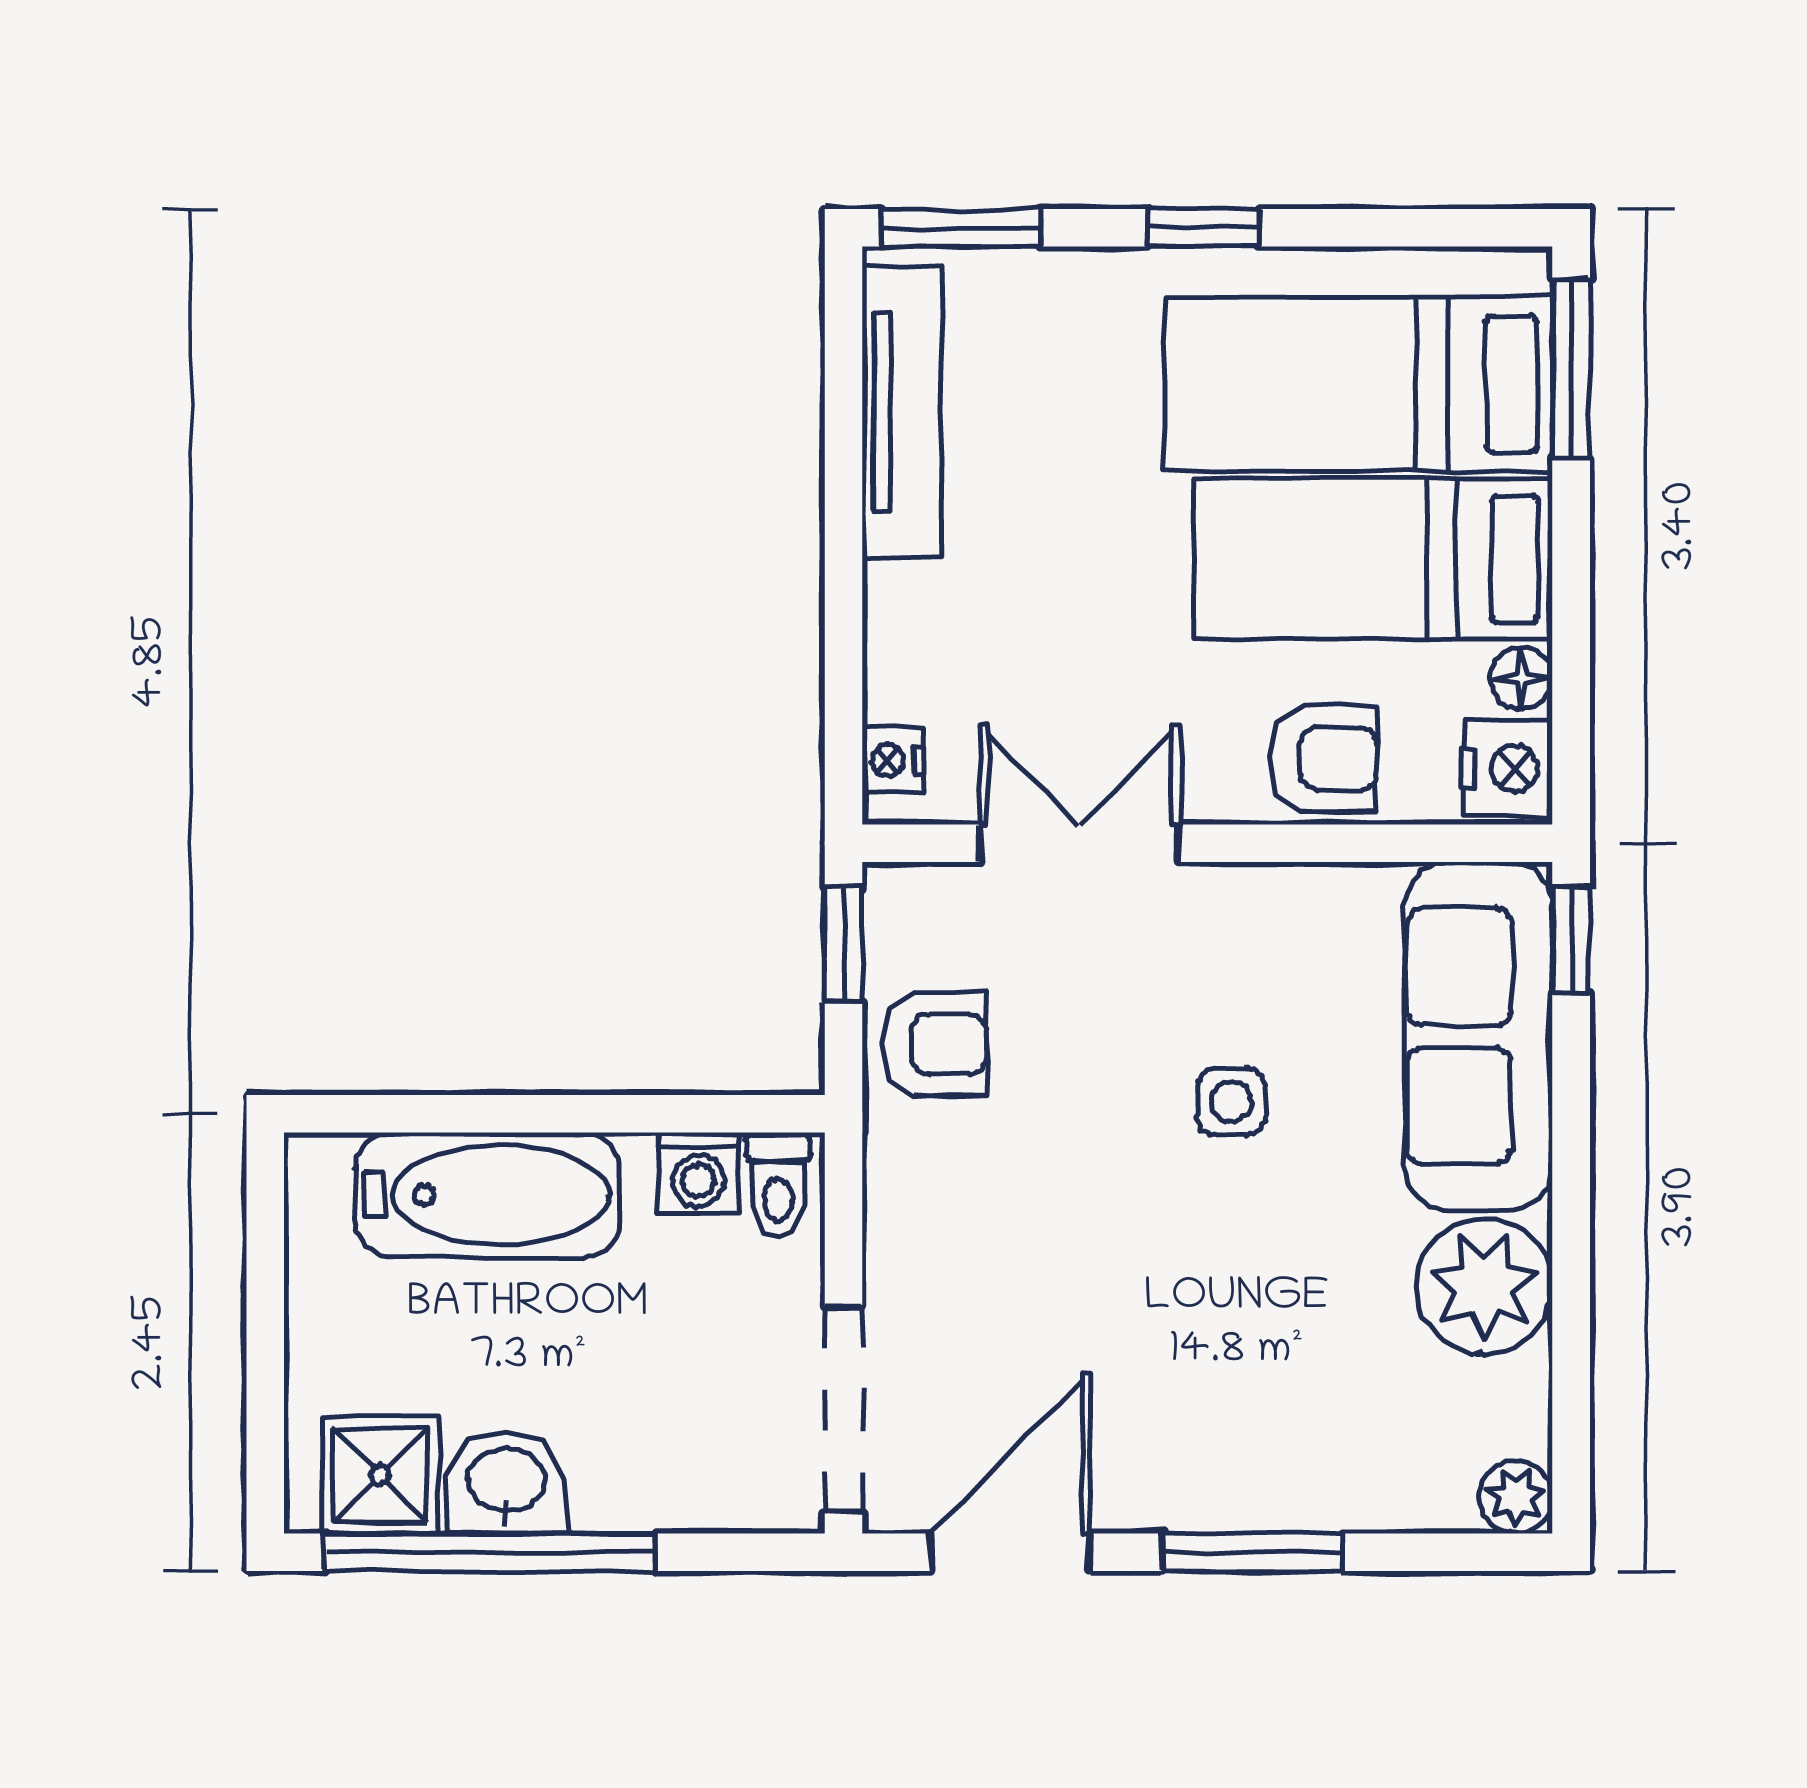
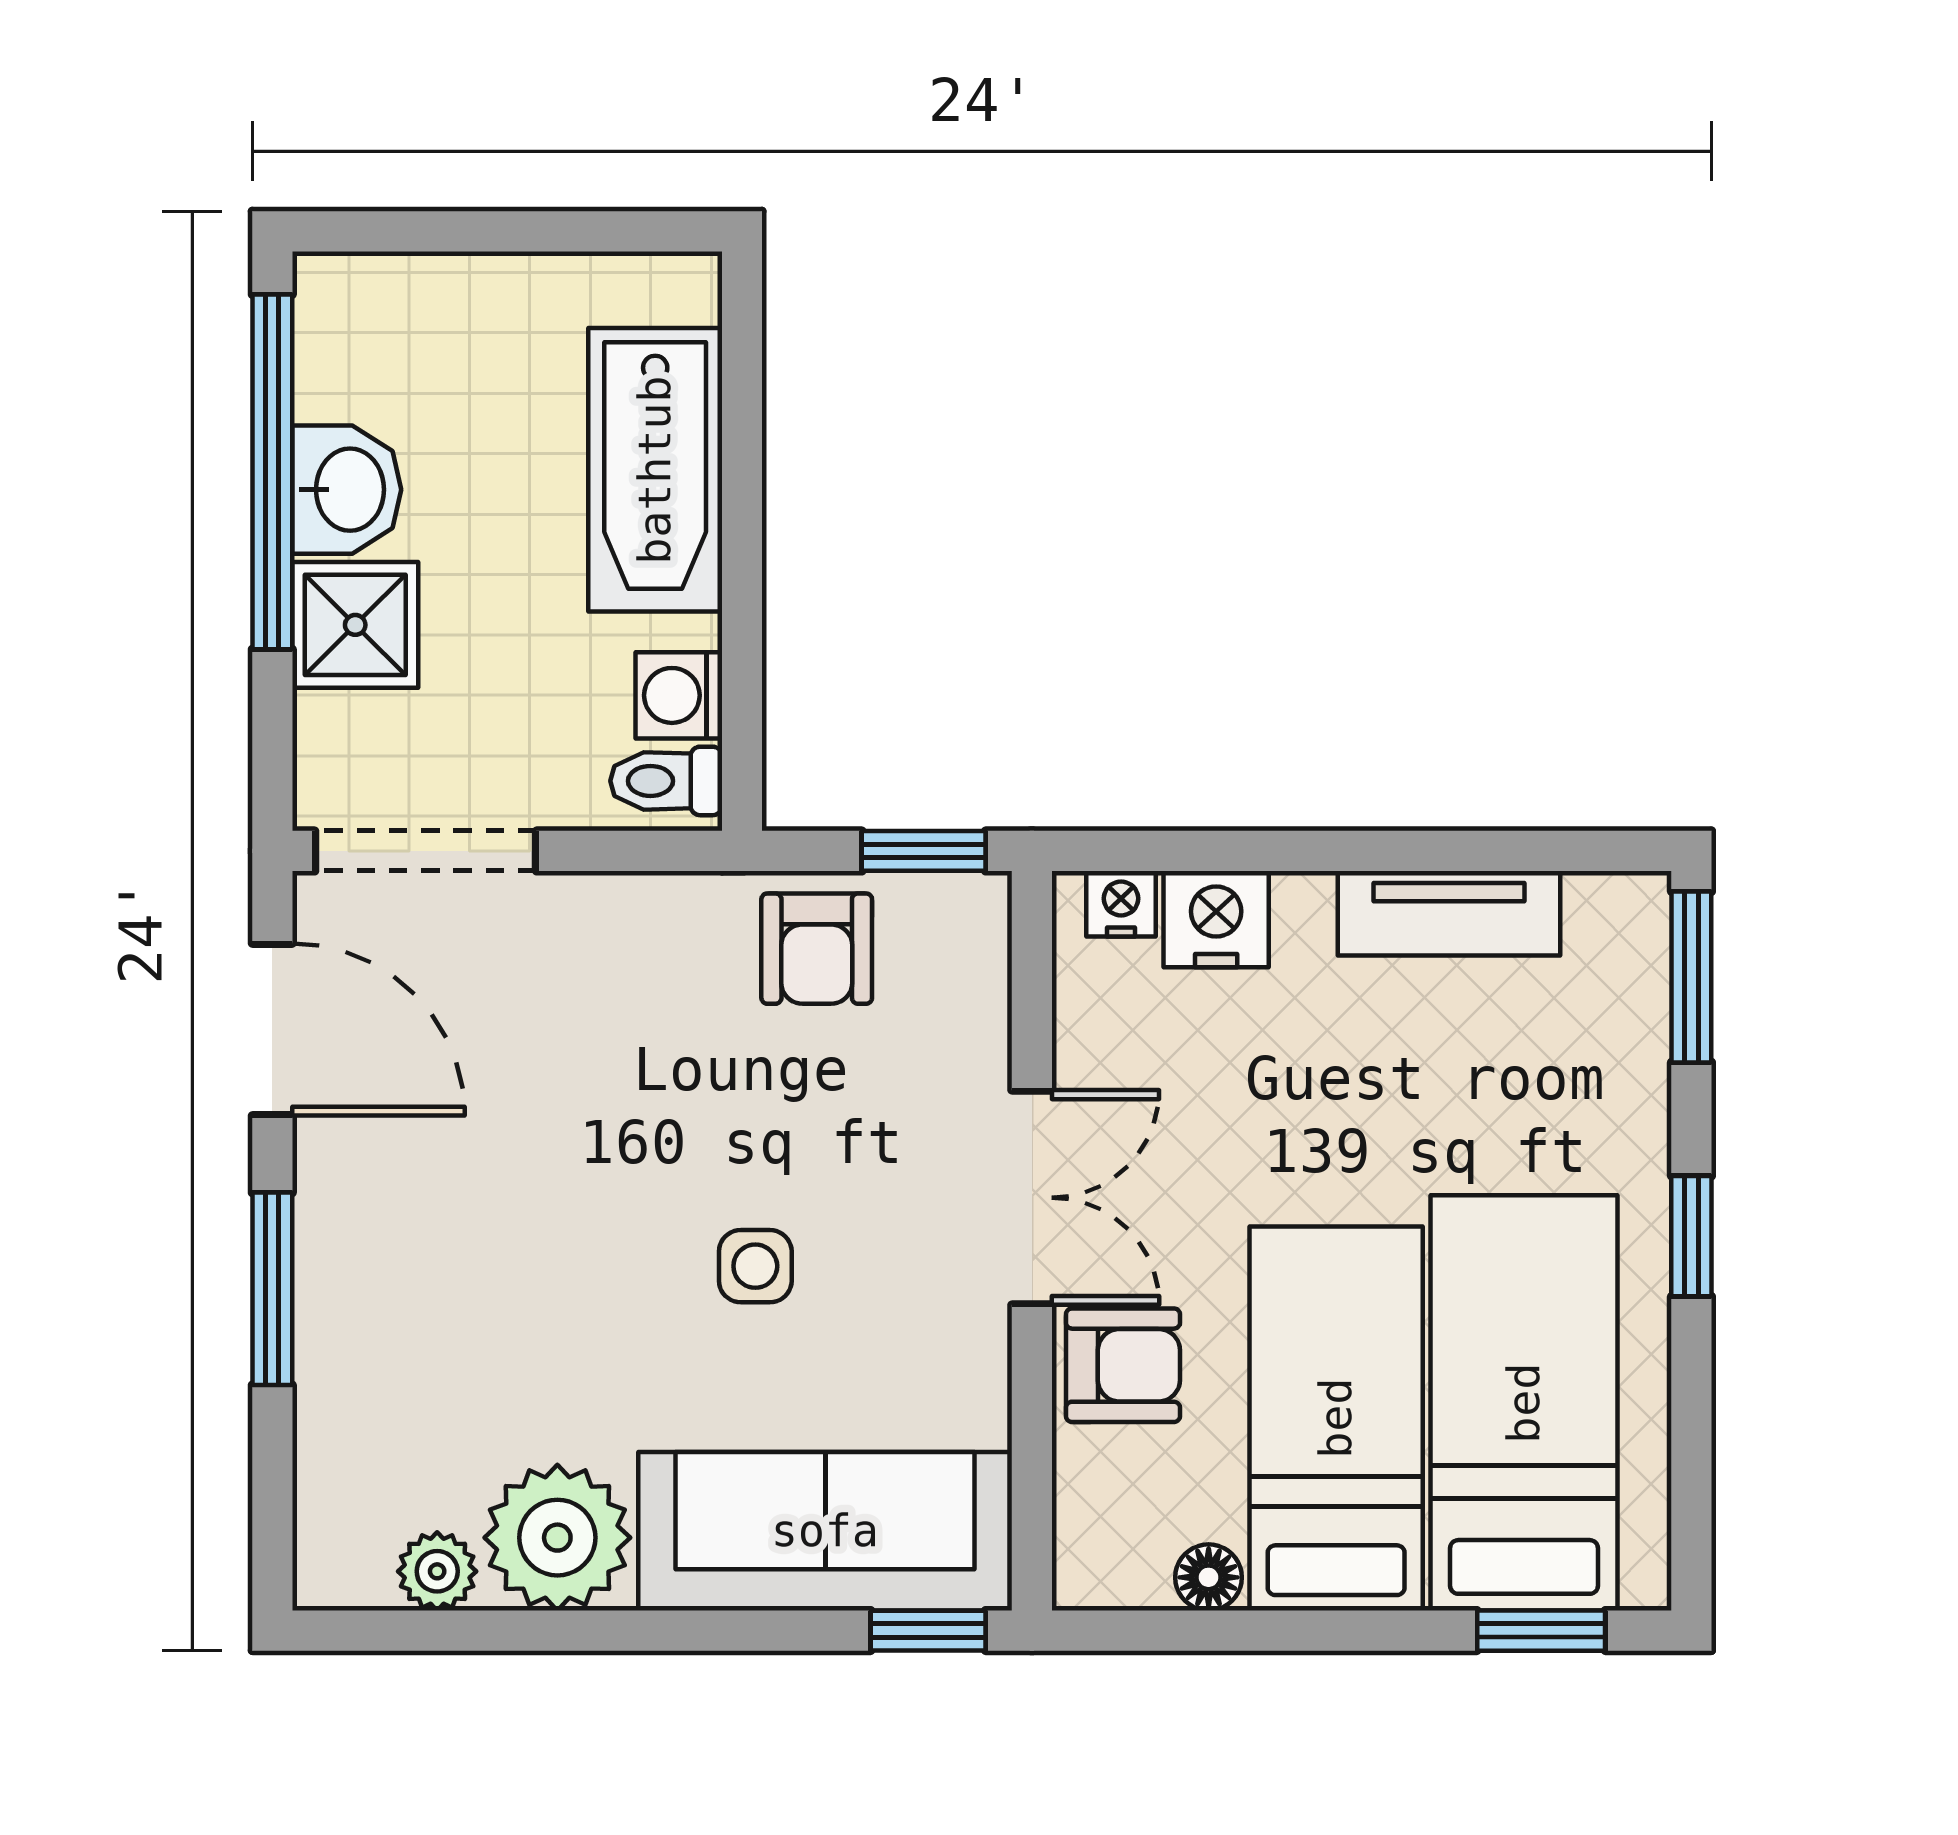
window: (1571, 368) -> (1541, 1631), width x0.67
tv unit: (902, 412) -> (1449, 913), width x0.71
armchair: (1324, 758) -> (1123, 1365), turned -91
nightstand: (1507, 769) -> (1216, 919), moved, turned 180
double door: (1080, 843) -> (1032, 1198), moved
shower: (380, 1475) -> (355, 625), moved
plant: (1516, 1497) -> (437, 1571), moved

